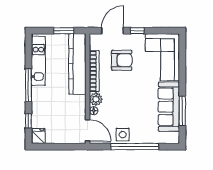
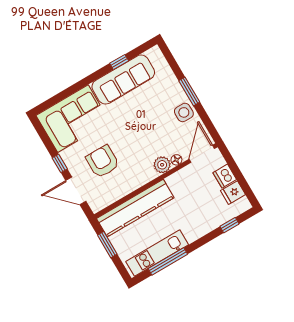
bookcase: (94, 71) -> (132, 185), removed
window: (28, 85) -> (168, 261), moved
window: (182, 111) -> (119, 62), width x0.46
fridge: (39, 136) -> (233, 193), moved
dishwasher: (64, 137) -> (225, 176), added
window: (135, 147) -> (189, 91), width x0.47

